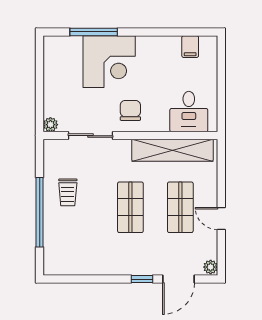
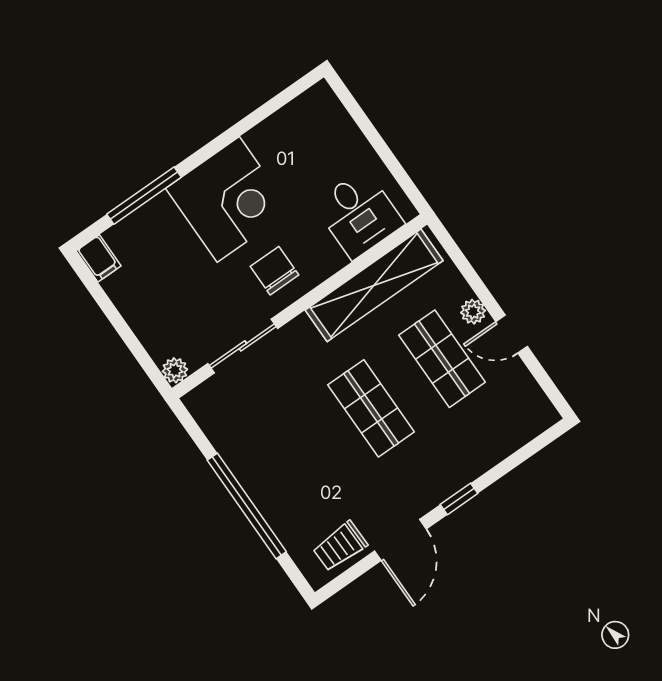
filing cabinet: (190, 47) -> (99, 258), moved
corner desk: (109, 62) -> (228, 199), moved
trolley: (68, 192) -> (340, 546), moved, turned 89
plant: (211, 267) -> (473, 312), moved
door: (179, 279) -> (400, 540), moved

